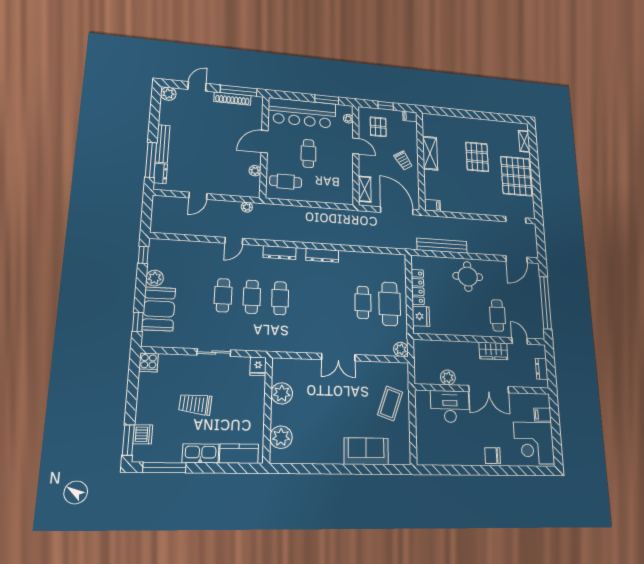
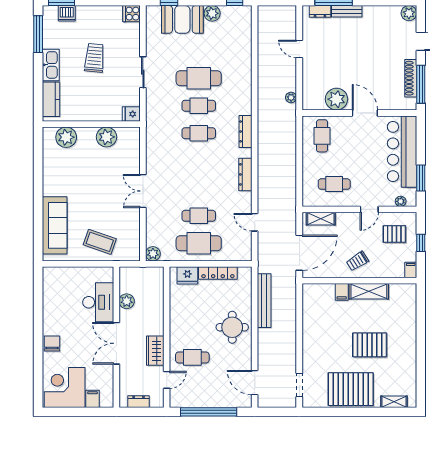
bench: (163, 144) -> (347, 11), width x0.73
cafe table: (308, 153) -> (334, 184), moved
plant: (255, 171) -> (336, 99), width x1.87, depth x1.87
filing cabinet: (432, 205) -> (342, 292), moved
door: (234, 241) -> (255, 222), moved
cafe table: (223, 295) -> (199, 78), width x1.37, depth x1.35
sofa: (366, 451) -> (55, 225), width x1.36

